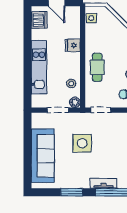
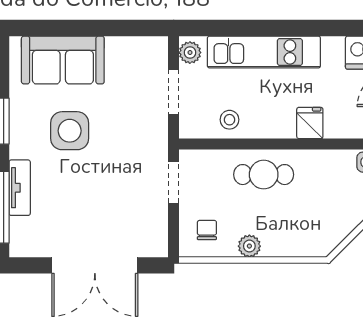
plant: (75, 102) -> (190, 53), moved
side table: (82, 143) -> (70, 131), moved
sofa: (43, 156) -> (63, 60), width x0.73

